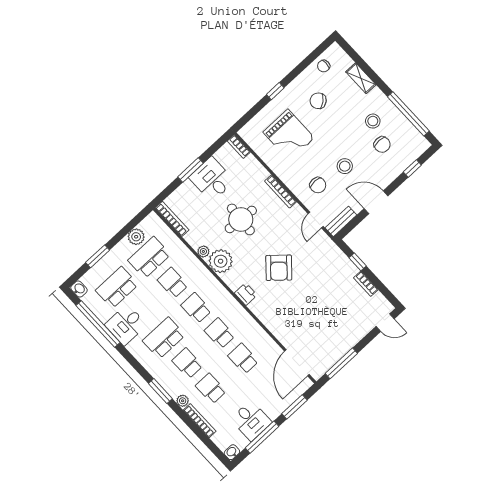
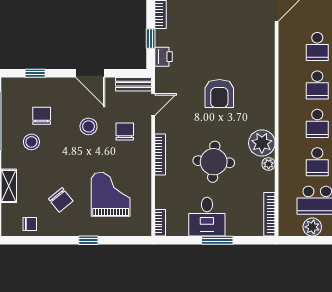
armchair: (279, 268) -> (219, 94), turned 138
printer: (246, 294) -> (164, 57), moved, turned 180

